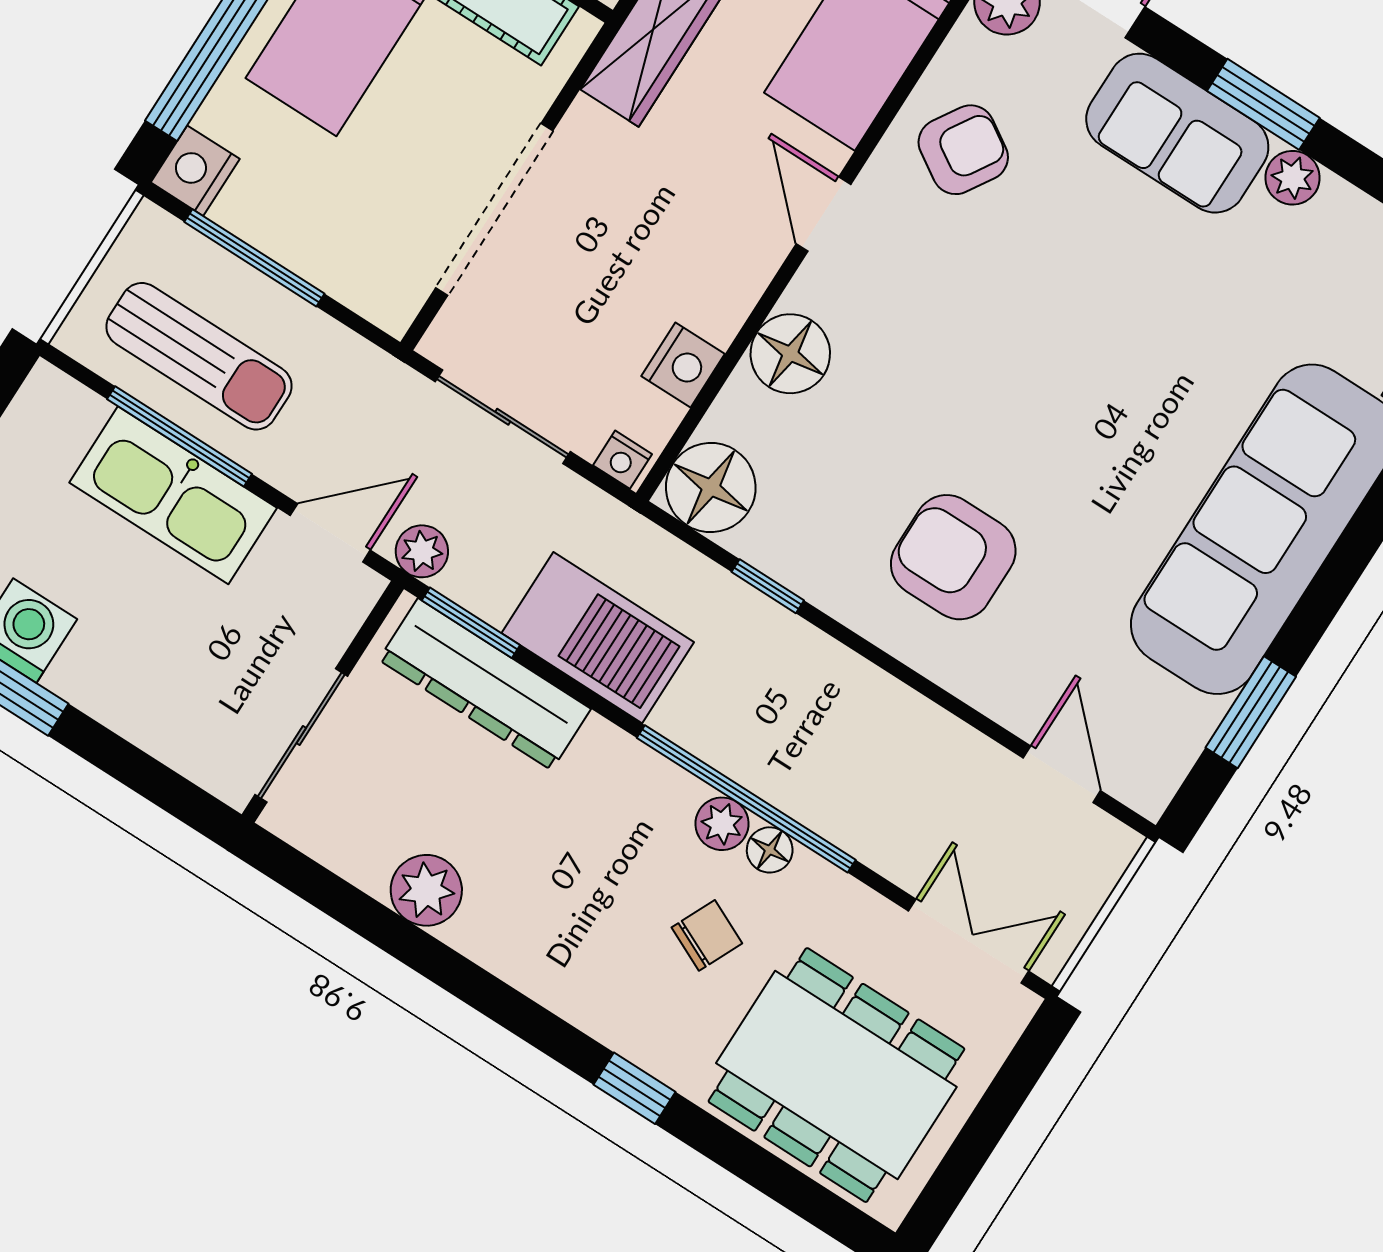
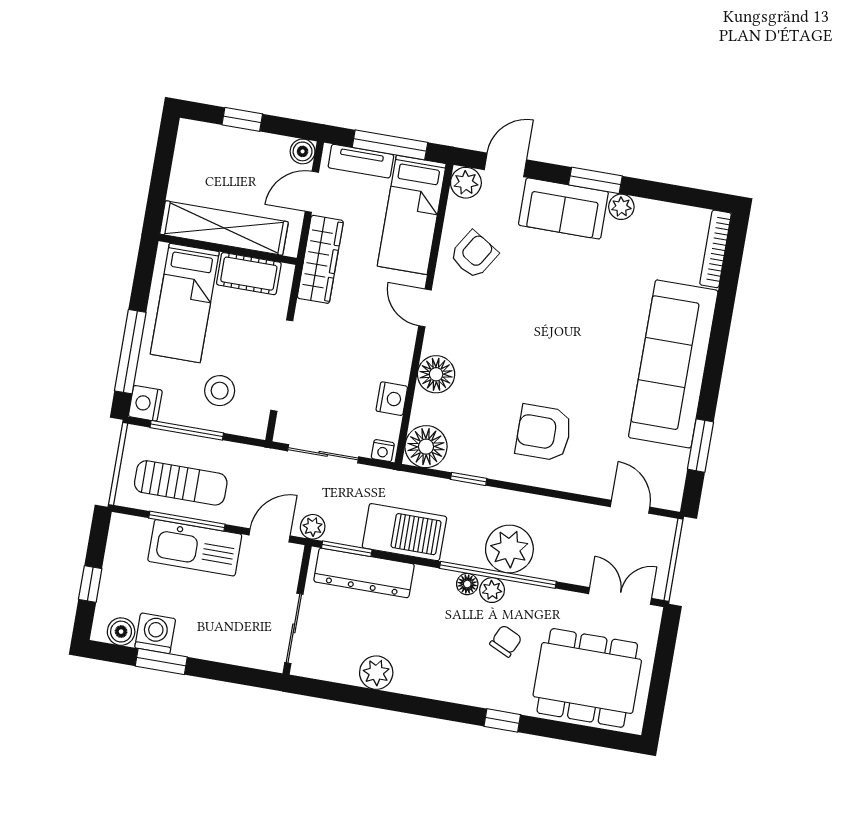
stool: (352, 207) -> (220, 391), added
plant: (790, 757) -> (509, 549), added
floor lamp: (770, 850) -> (467, 584), moved

